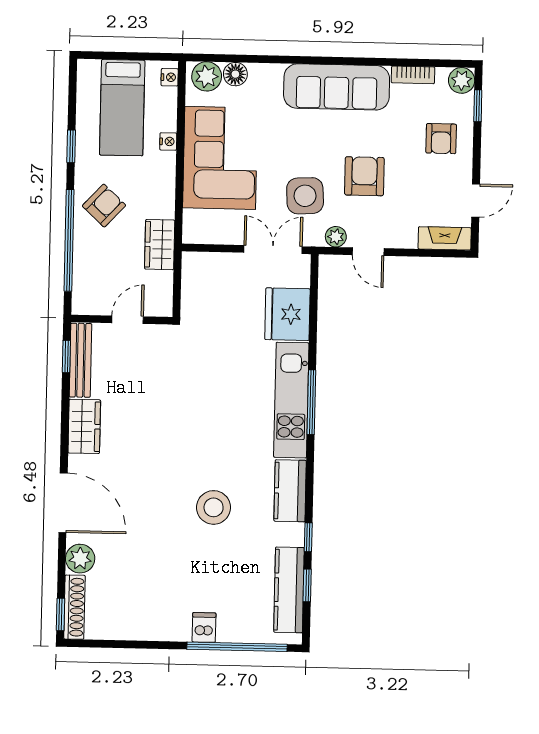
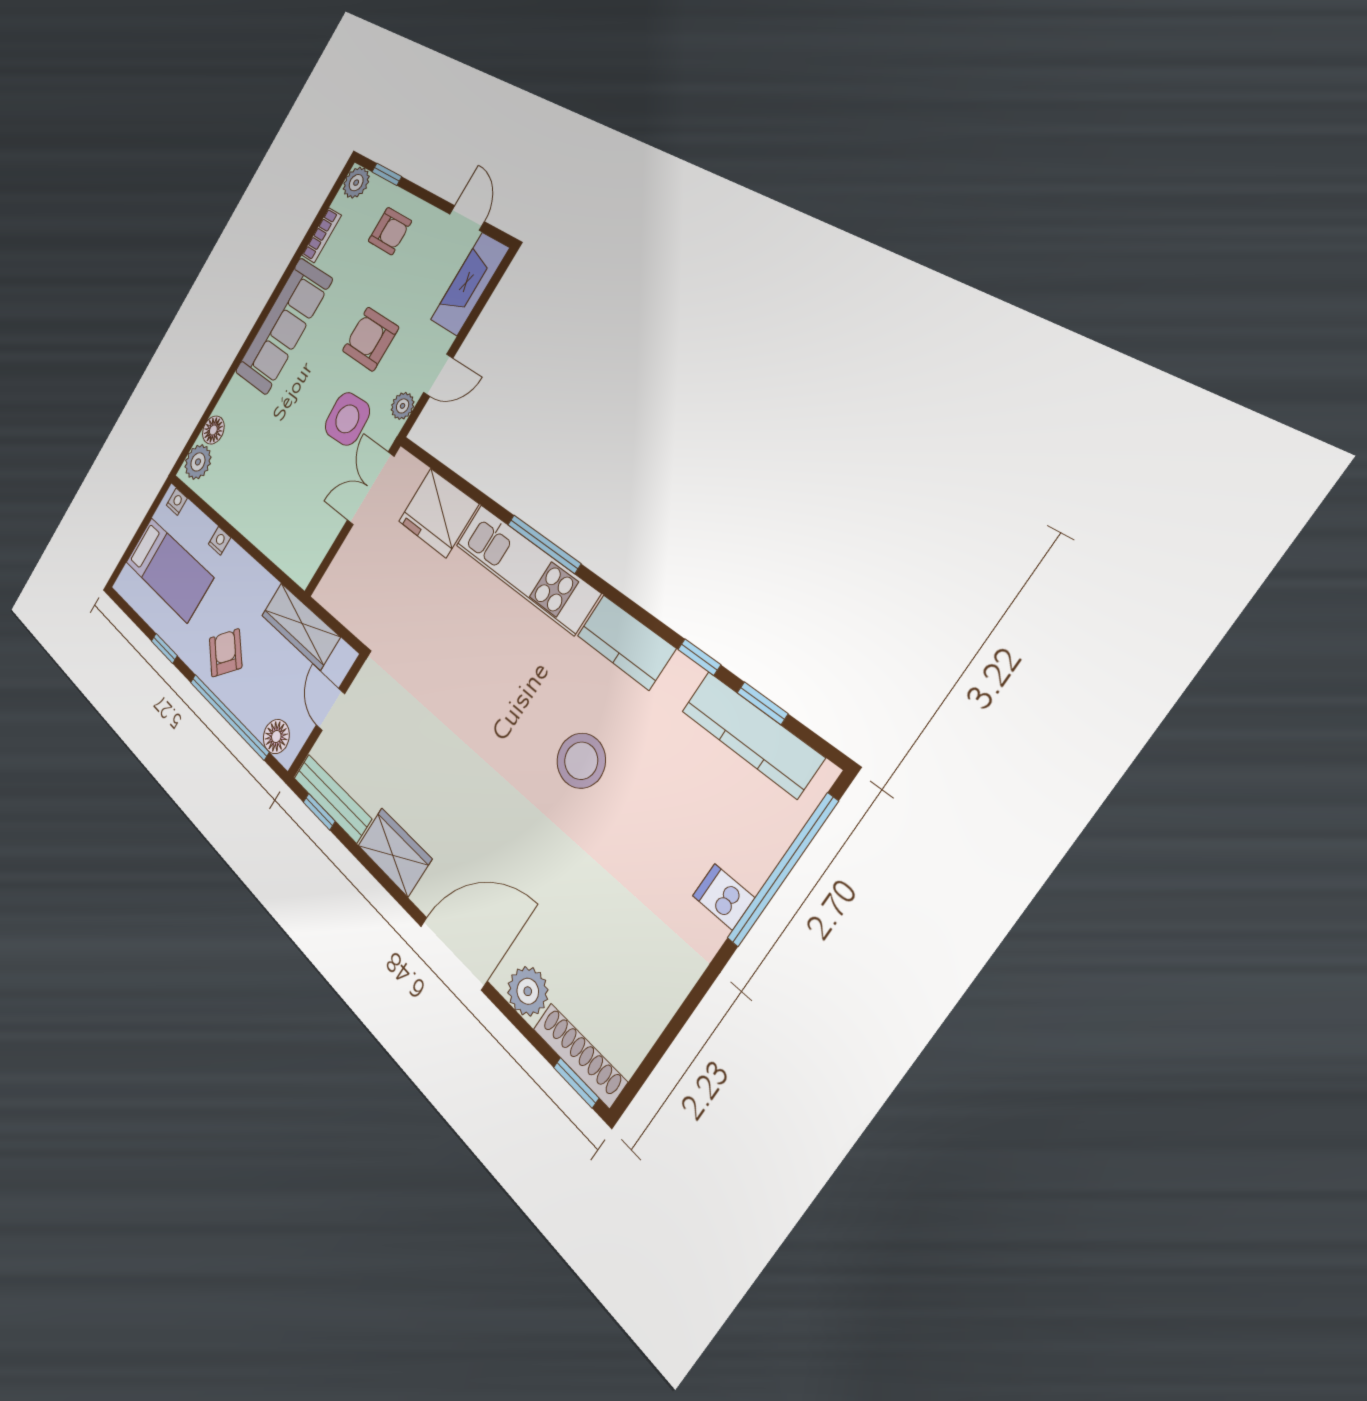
corner sofa: (220, 158) -> (263, 494), removed
fireplace: (445, 238) -> (470, 284), width x1.37, depth x1.32
wardrobe: (160, 245) -> (300, 626), width x1.50
floor lamp: (84, 289) -> (276, 736), added

